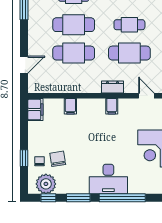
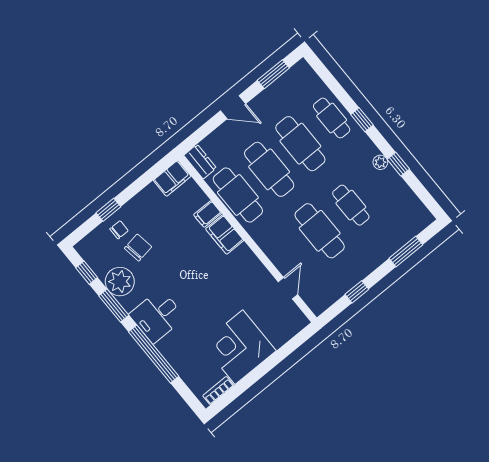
door: (24, 65) -> (233, 107), moved
cafe table: (74, 81) -> (238, 195), added
dresser: (112, 87) -> (200, 162), moved
filing cabinet: (112, 106) -> (225, 235), moved, width x2.00
desk: (108, 179) -> (157, 316), width x0.73
plant: (46, 184) -> (120, 282), moved

